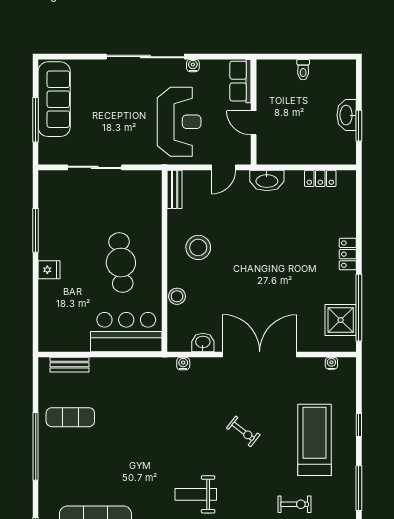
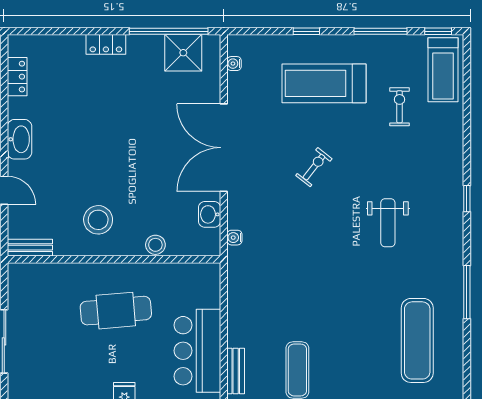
bar counter: (126, 332) -> (197, 351), moved

